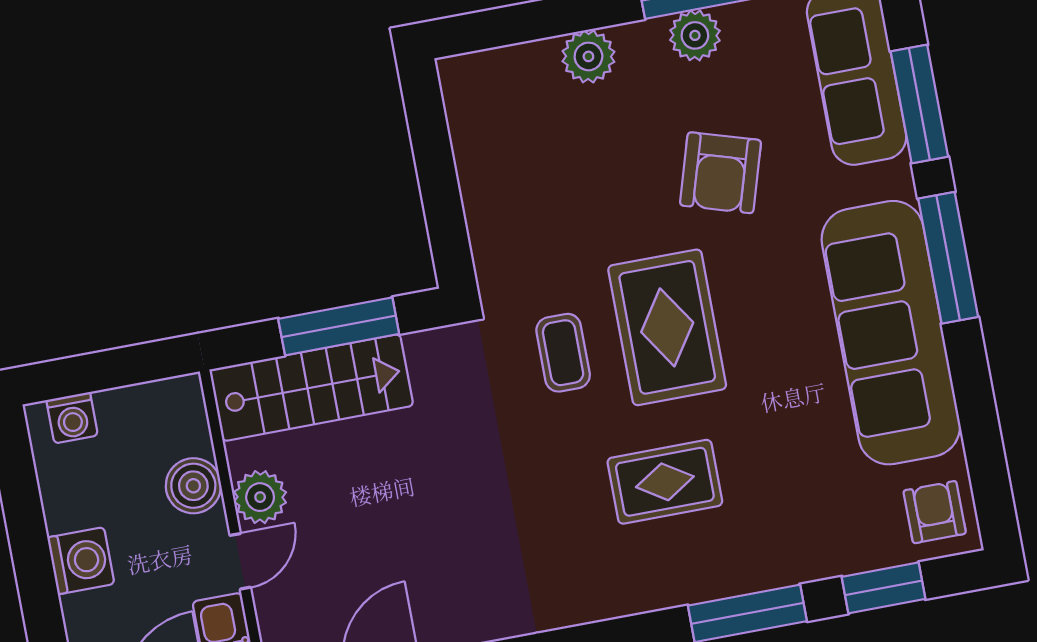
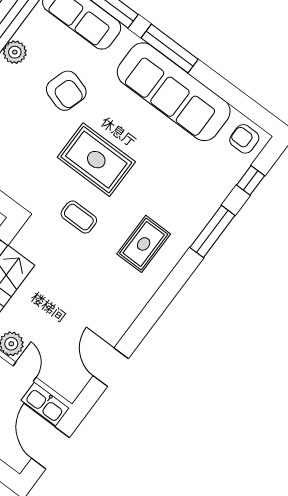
coffee table: (563, 353) -> (79, 217), moved
rug: (665, 482) -> (144, 244), moved
window: (884, 588) -> (251, 180), width x0.67

